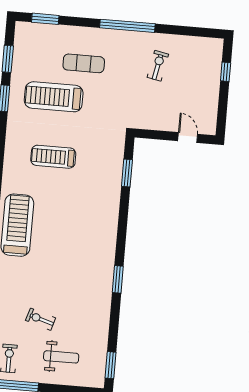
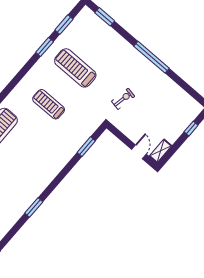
exercise mat: (84, 63) -> (108, 61), removed
exercise bike: (158, 66) -> (123, 99), moved
shelving: (210, 120) -> (160, 151), added

